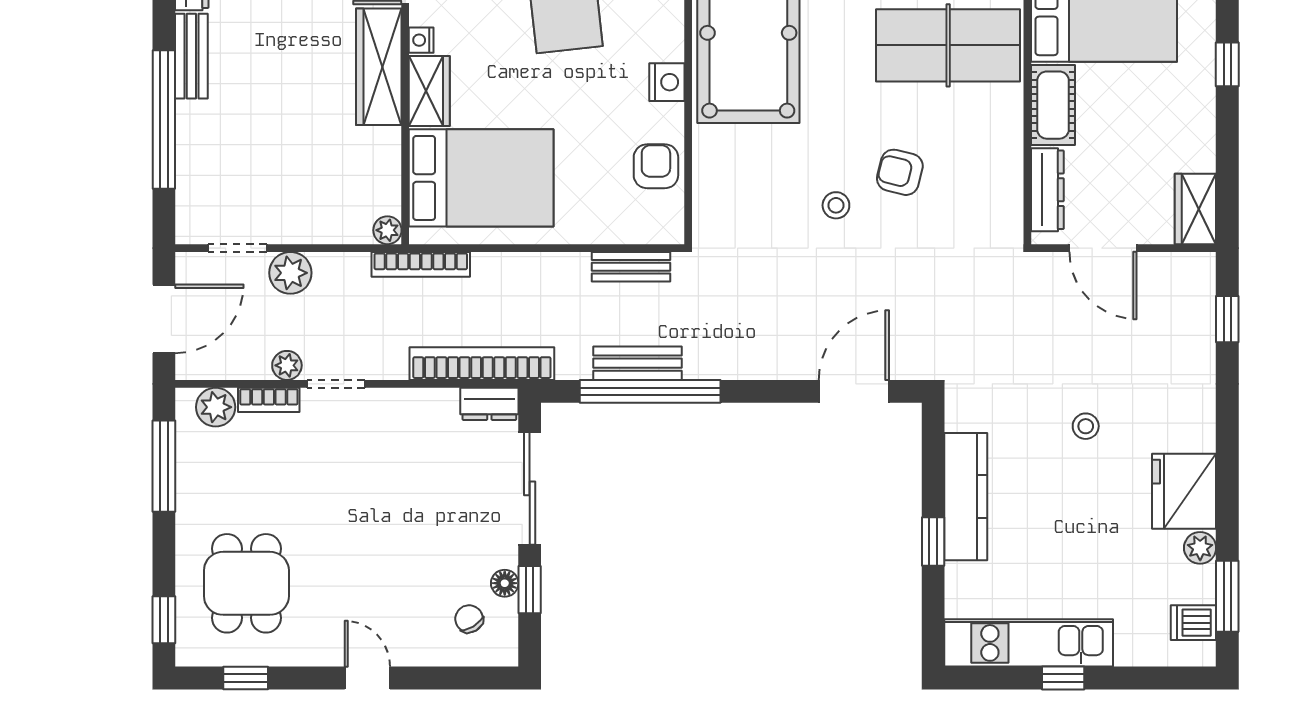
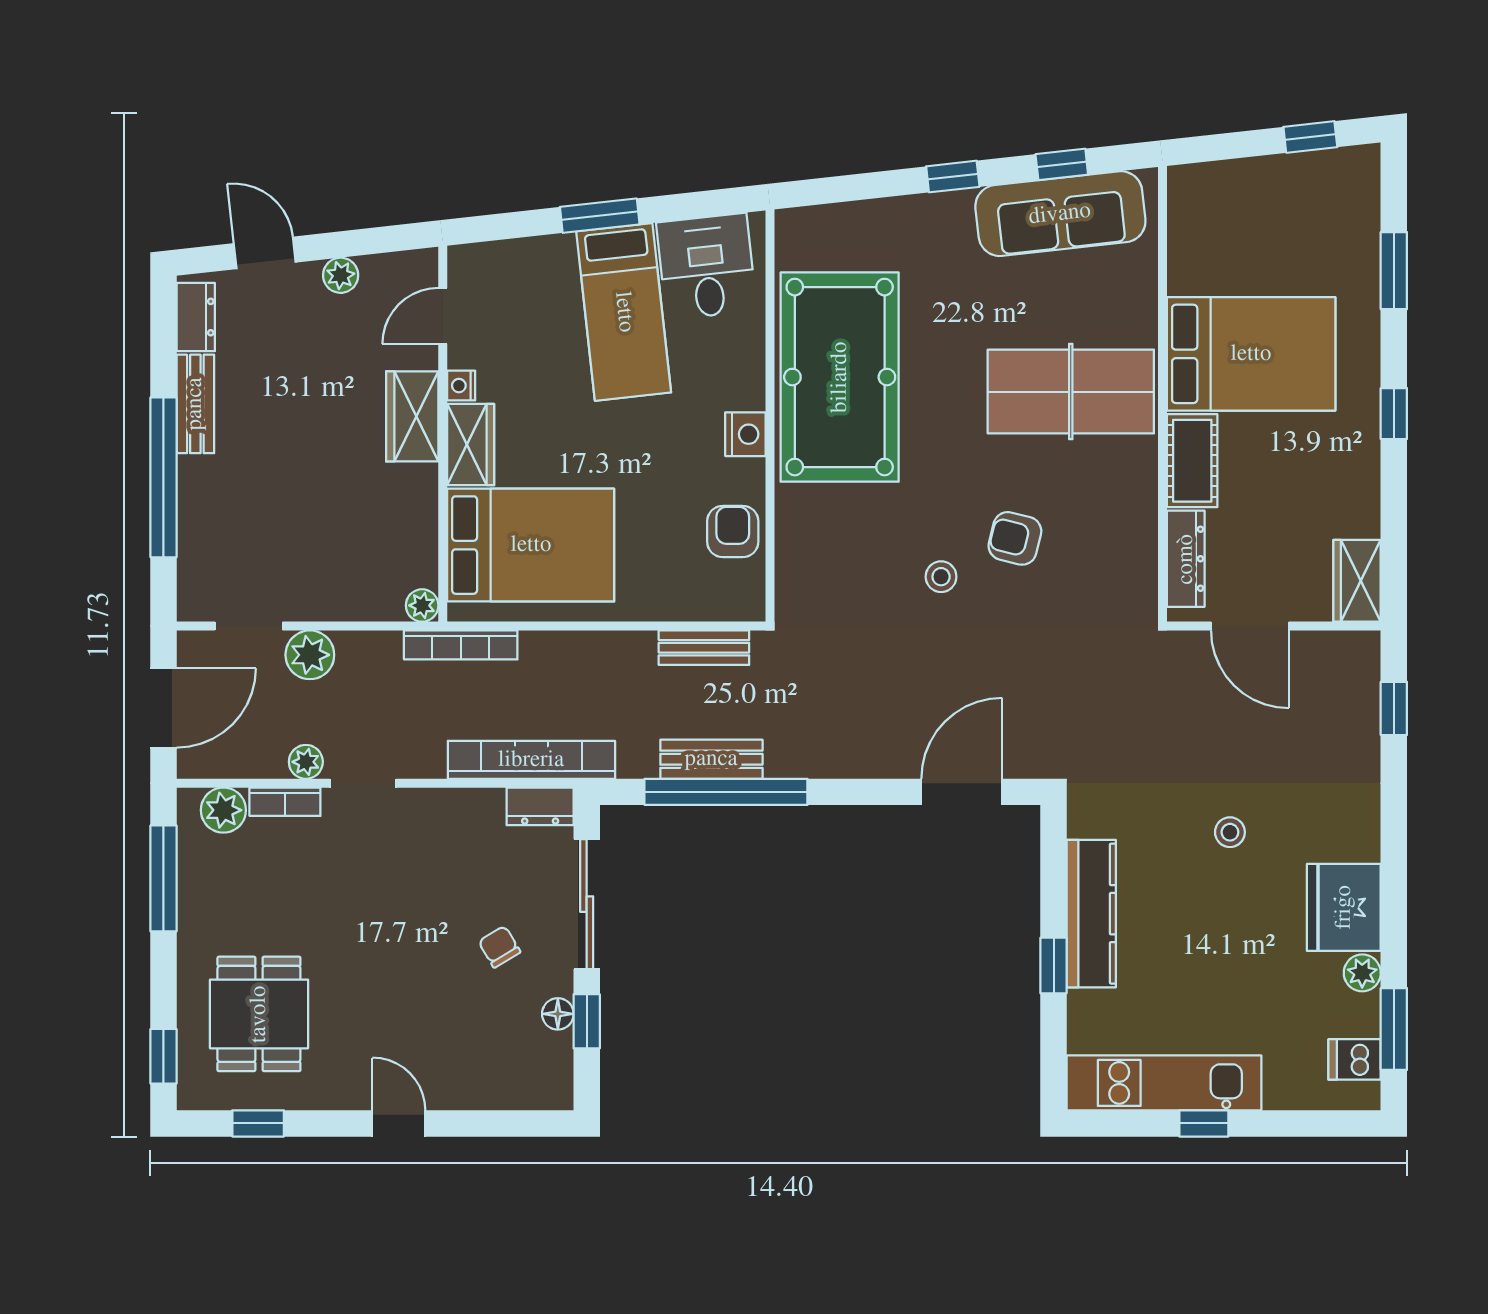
wardrobe: (379, 67) -> (412, 416), width x0.67
chair: (469, 619) -> (499, 947), moved

